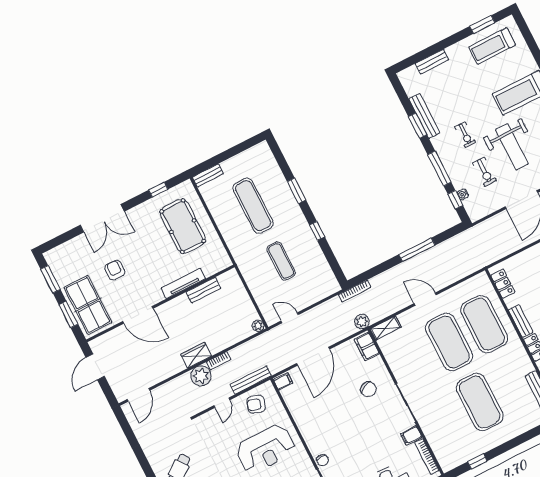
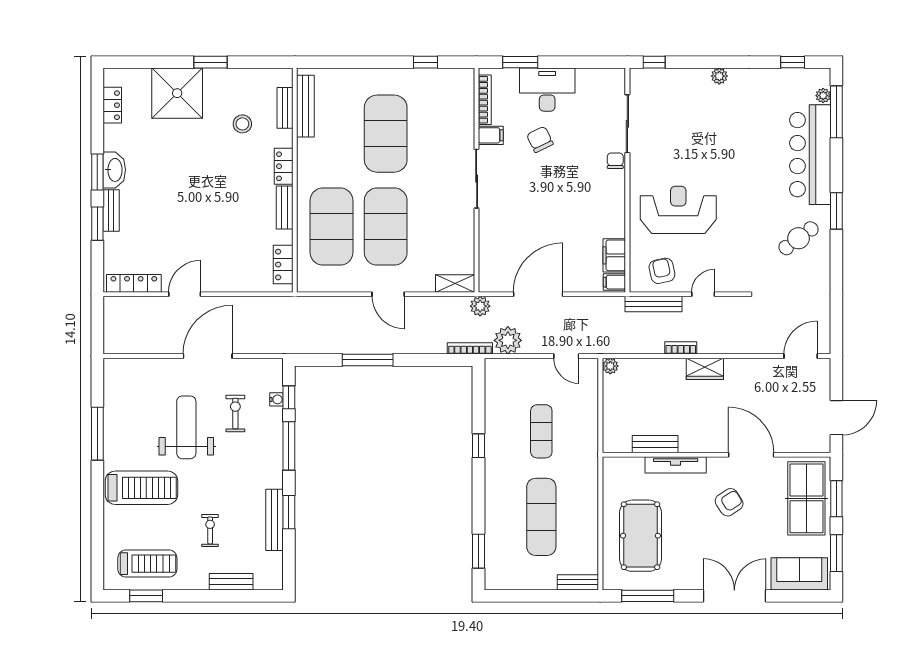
exercise bike: (465, 135) -> (210, 530), moved
window: (158, 190) -> (648, 596), width x2.17
window: (297, 191) -> (478, 551), moved
sofa: (68, 254) -> (799, 574), added
armchair: (115, 270) -> (729, 502), moved, turned -123
filing cabinet: (367, 347) -> (614, 255), moved, turned 180
door: (313, 356) -> (538, 294), moved
plant: (201, 376) -> (508, 340), moved
chair: (368, 389) -> (540, 139), moved
armchair: (256, 404) -> (662, 271), turned -119

